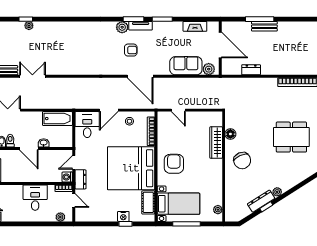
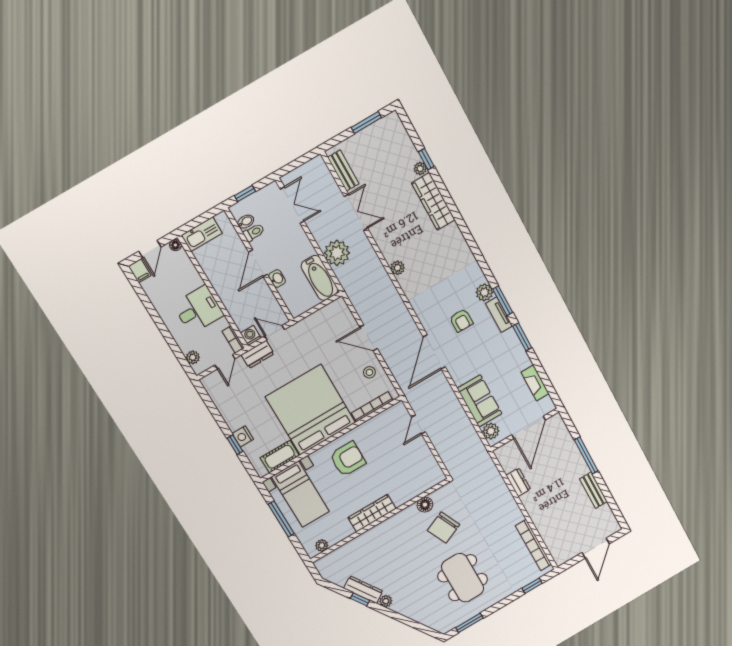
bench: (264, 26) -> (593, 490), moved
wardrobe: (52, 28) -> (433, 202), added
plant: (78, 70) -> (398, 268), added
plant: (49, 100) -> (337, 253), added
desk: (87, 125) -> (334, 321), removed
wardrobe: (216, 143) -> (372, 513), moved
chair: (242, 161) -> (444, 527), moved

